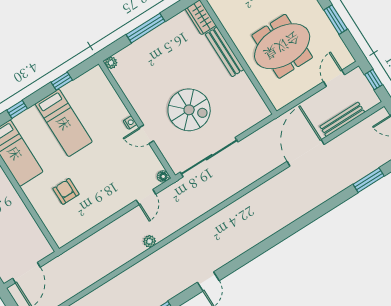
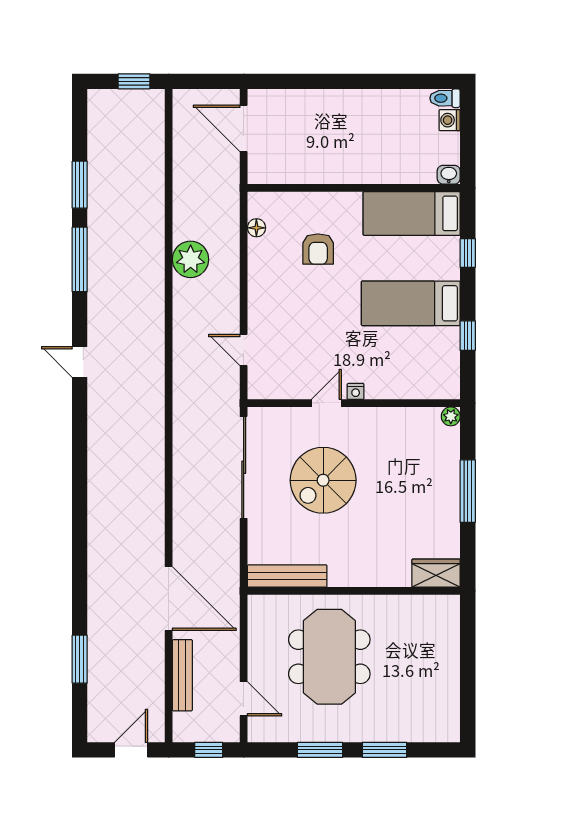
bench: (225, 52) -> (287, 576), moved
floor lamp: (163, 176) -> (256, 228), moved
armchair: (66, 191) -> (318, 249), turned 90
plant: (150, 241) -> (191, 259), moved, width x1.87, depth x1.87

